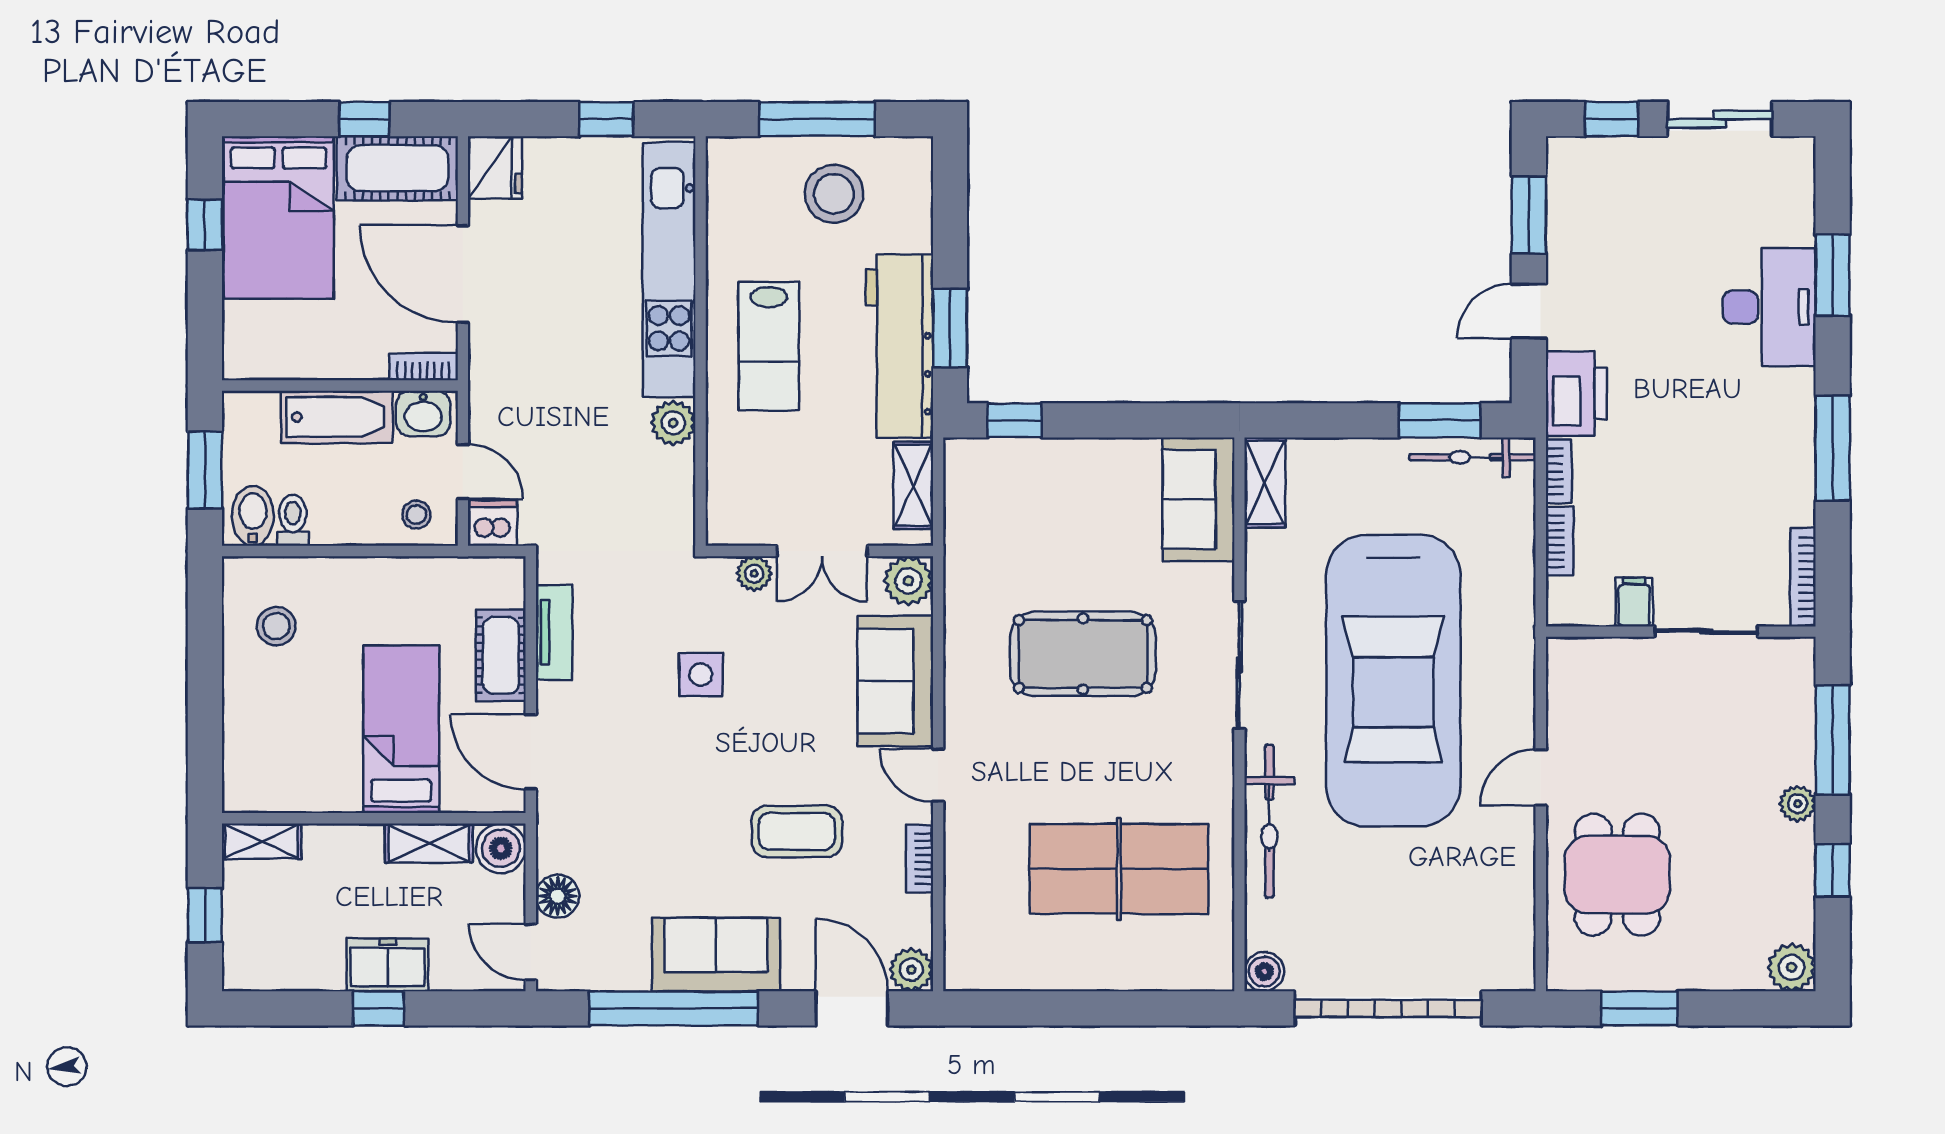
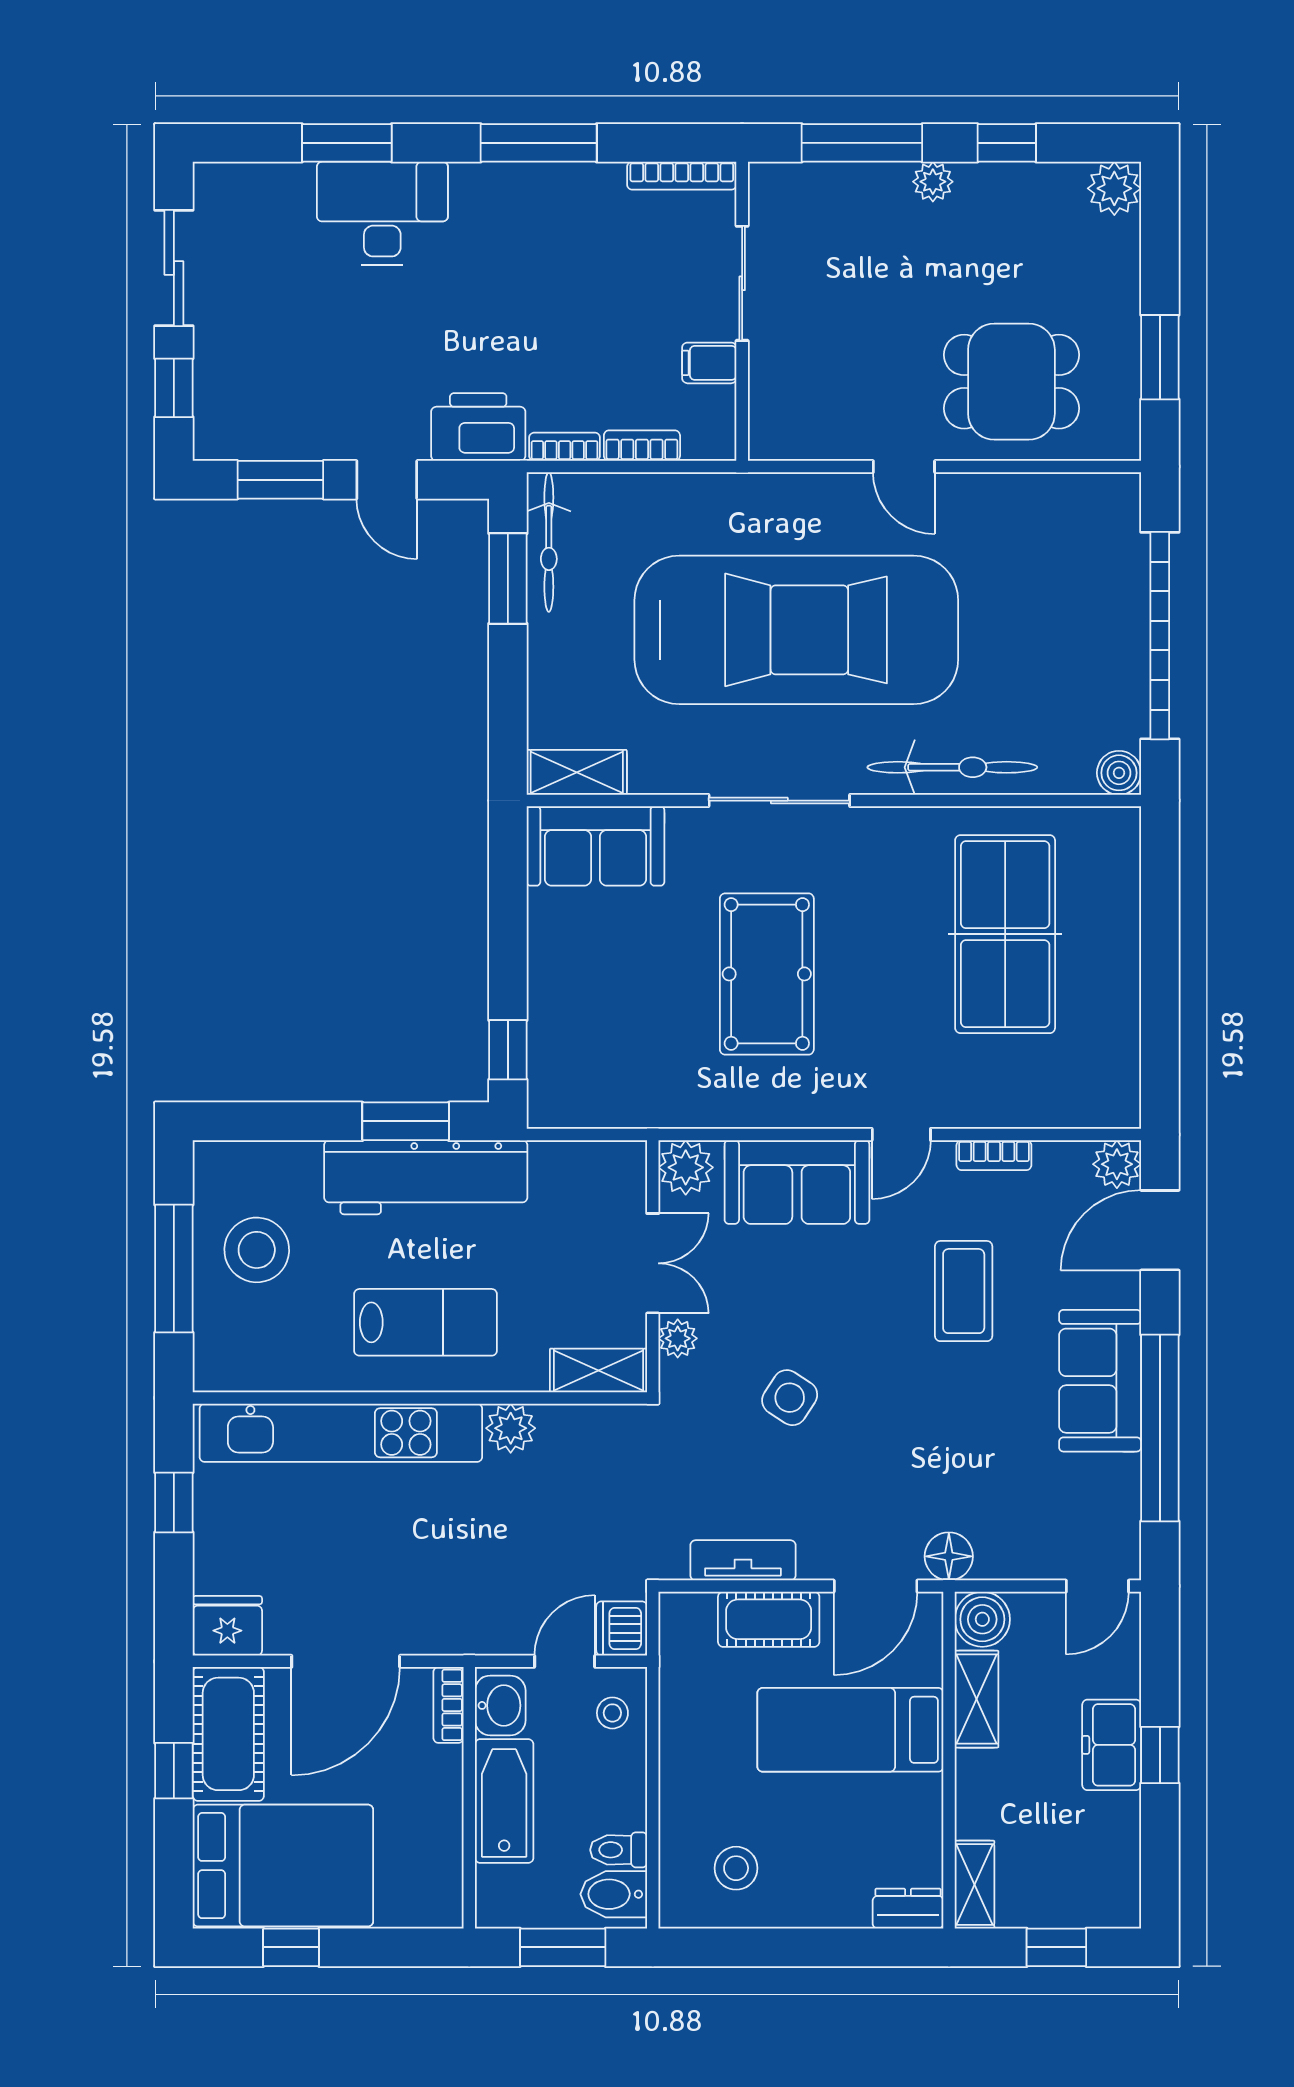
shelving: (913, 485) -> (598, 1370), moved
side table: (701, 675) -> (790, 1398), turned 33
dresser: (240, 781) -> (908, 1909), added
floor lamp: (558, 896) -> (949, 1556), moved

